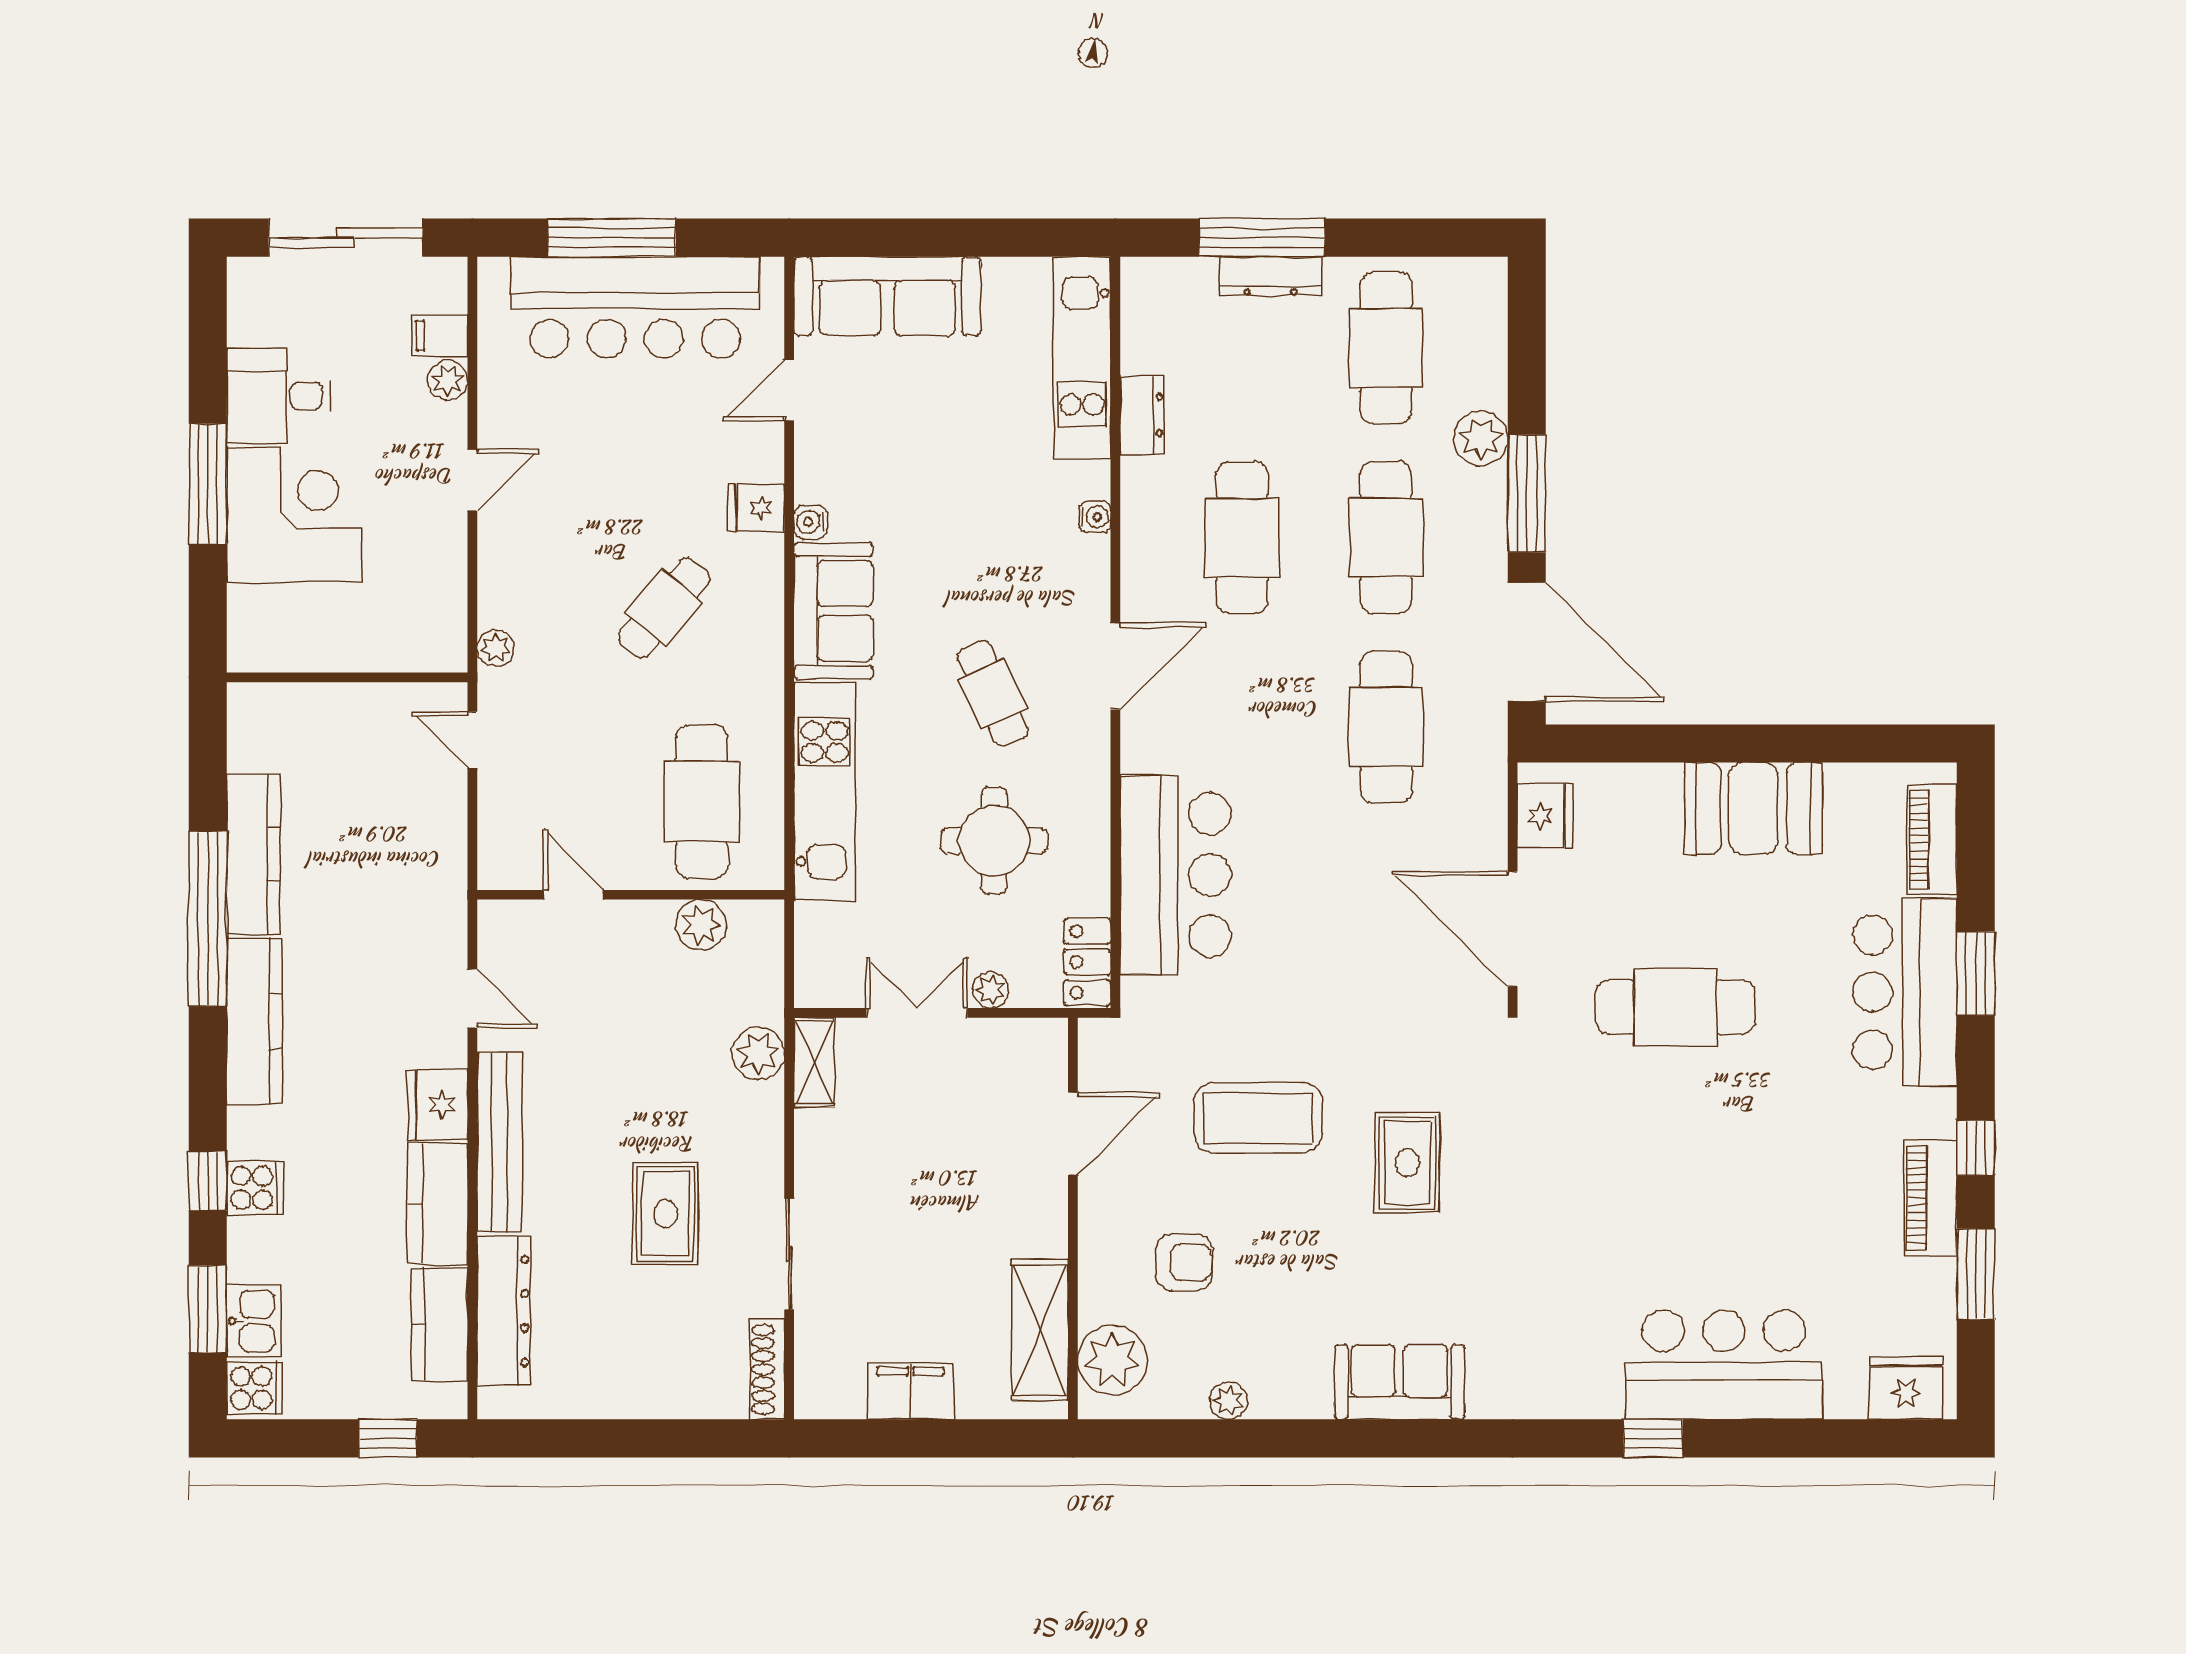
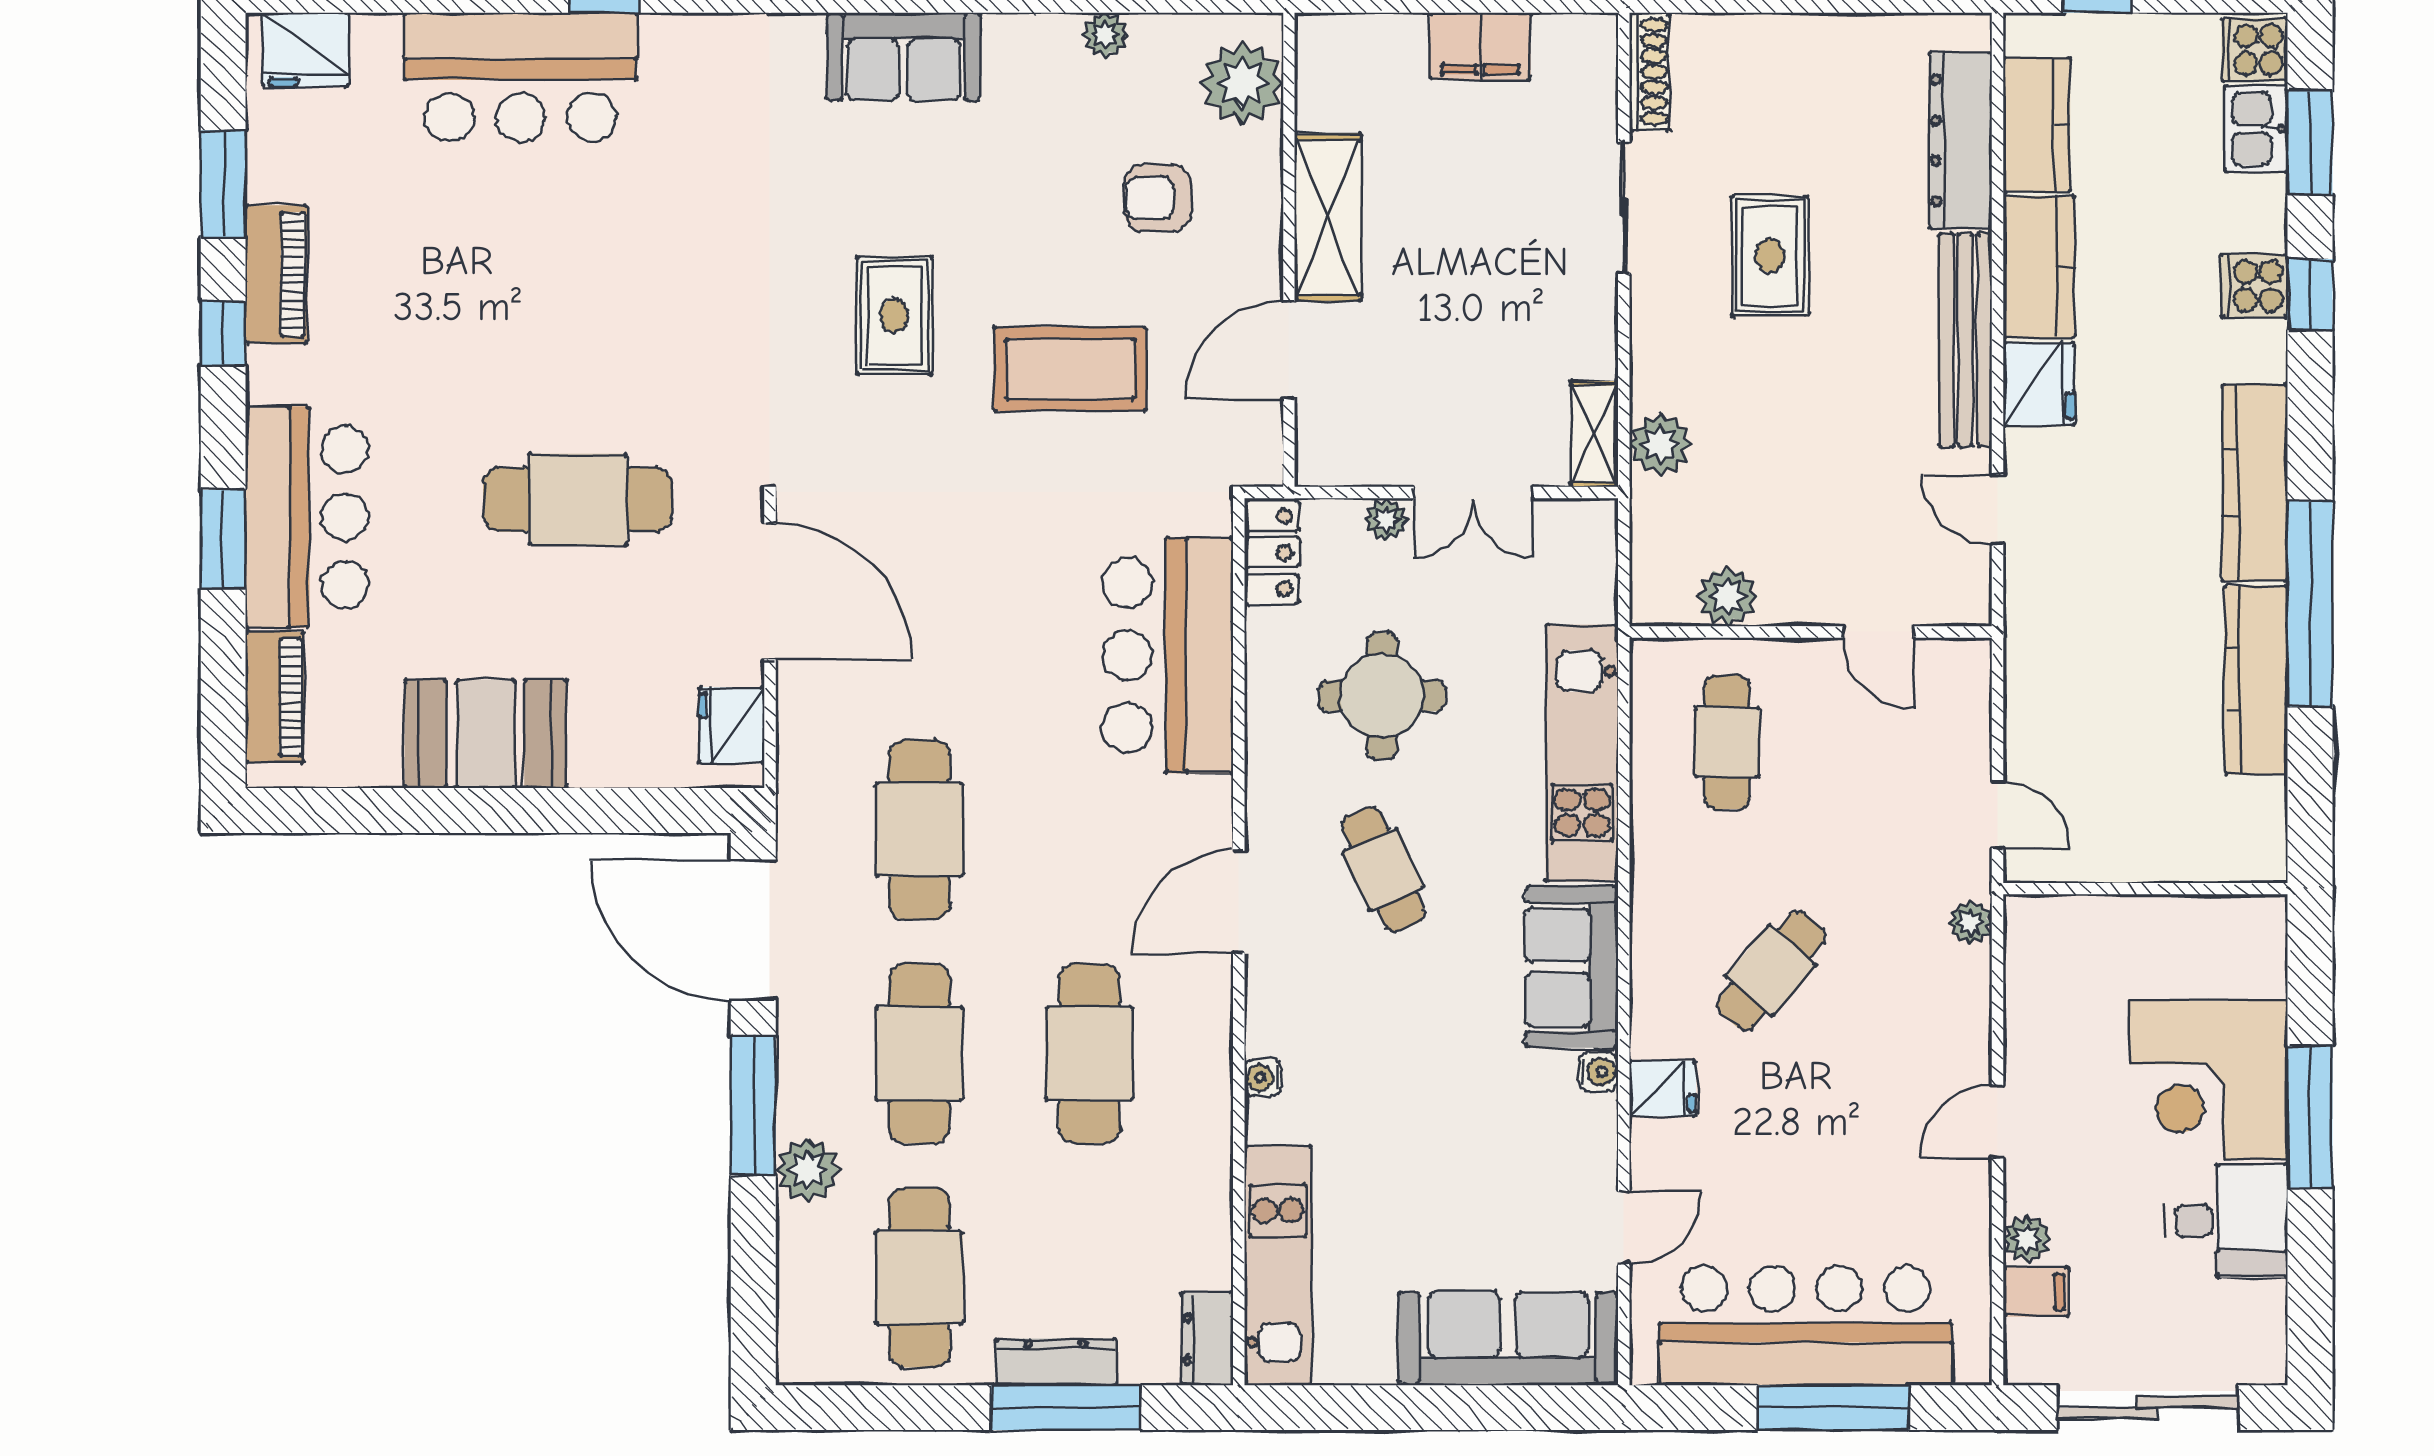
dresser: (1142, 415) -> (1207, 1339), moved
cafe table: (702, 801) -> (1727, 742), width x0.73, depth x0.74
shelving: (1040, 1330) -> (1328, 217), moved

